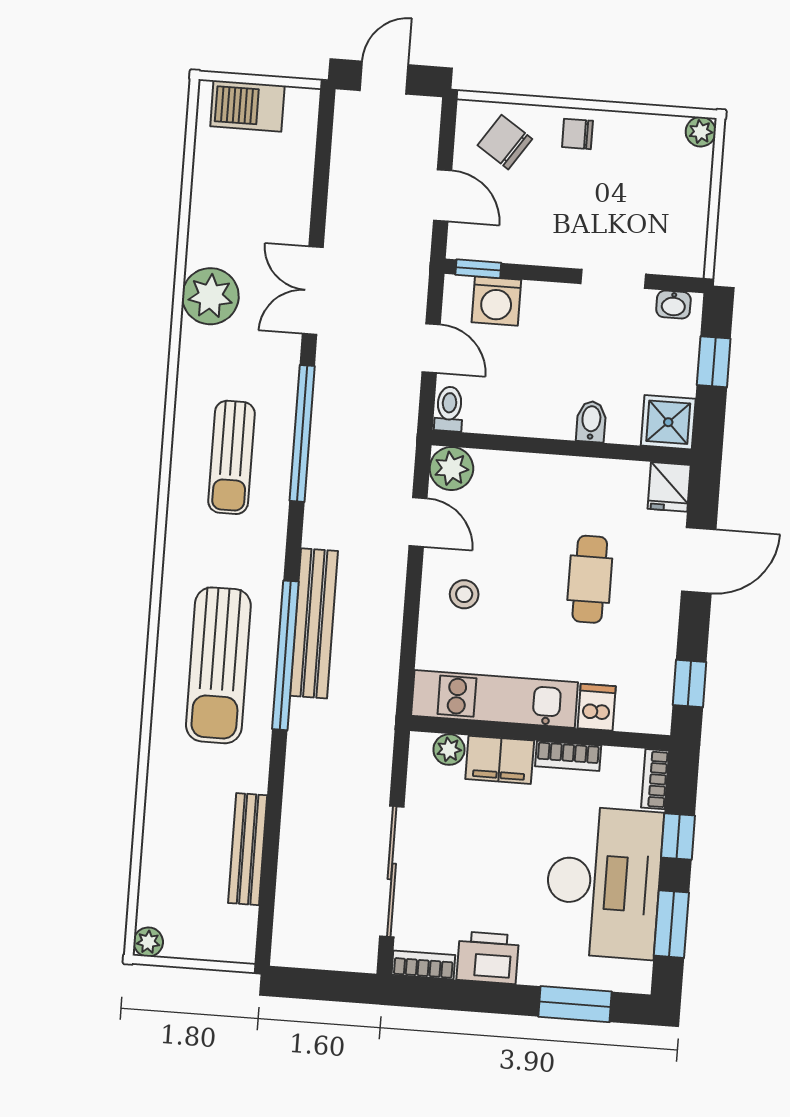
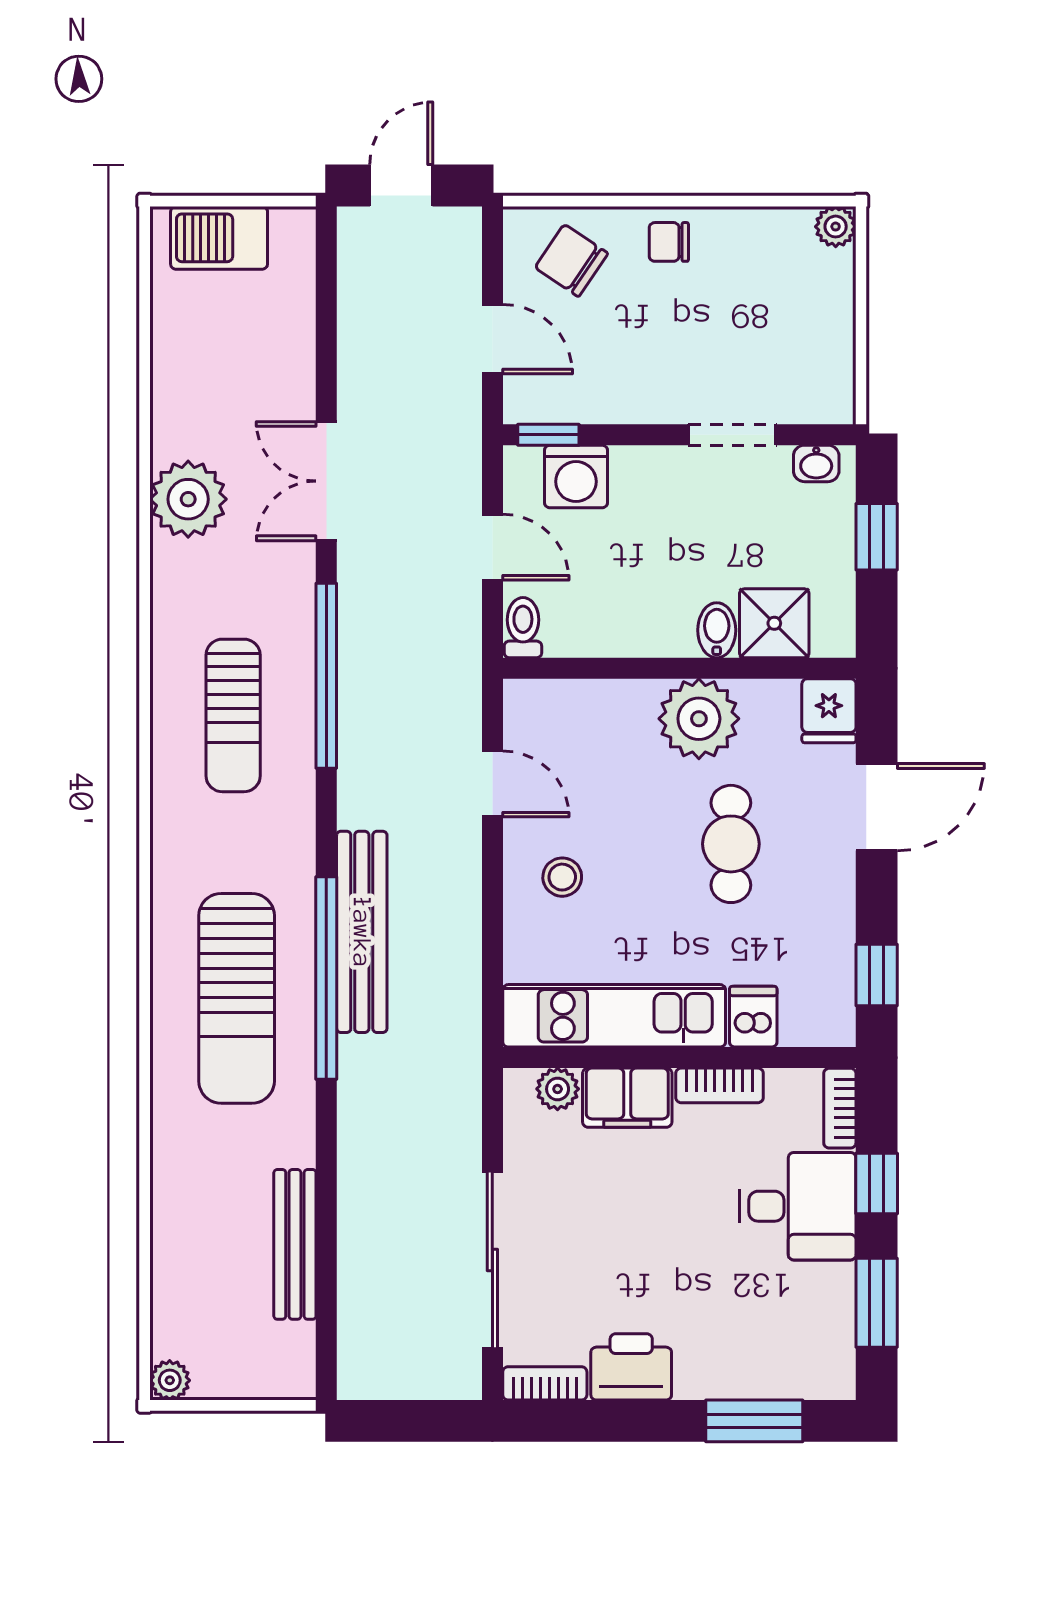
shower: (668, 422) -> (774, 623), moved
plant: (451, 469) -> (699, 719), moved, width x1.36, depth x1.36
desk: (603, 882) -> (798, 1206), width x0.53, depth x0.77

